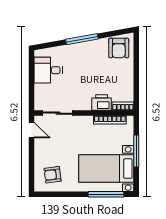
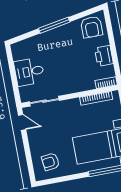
desk: (48, 70) -> (29, 72), moved
printer: (102, 103) -> (104, 56), moved, turned -90

